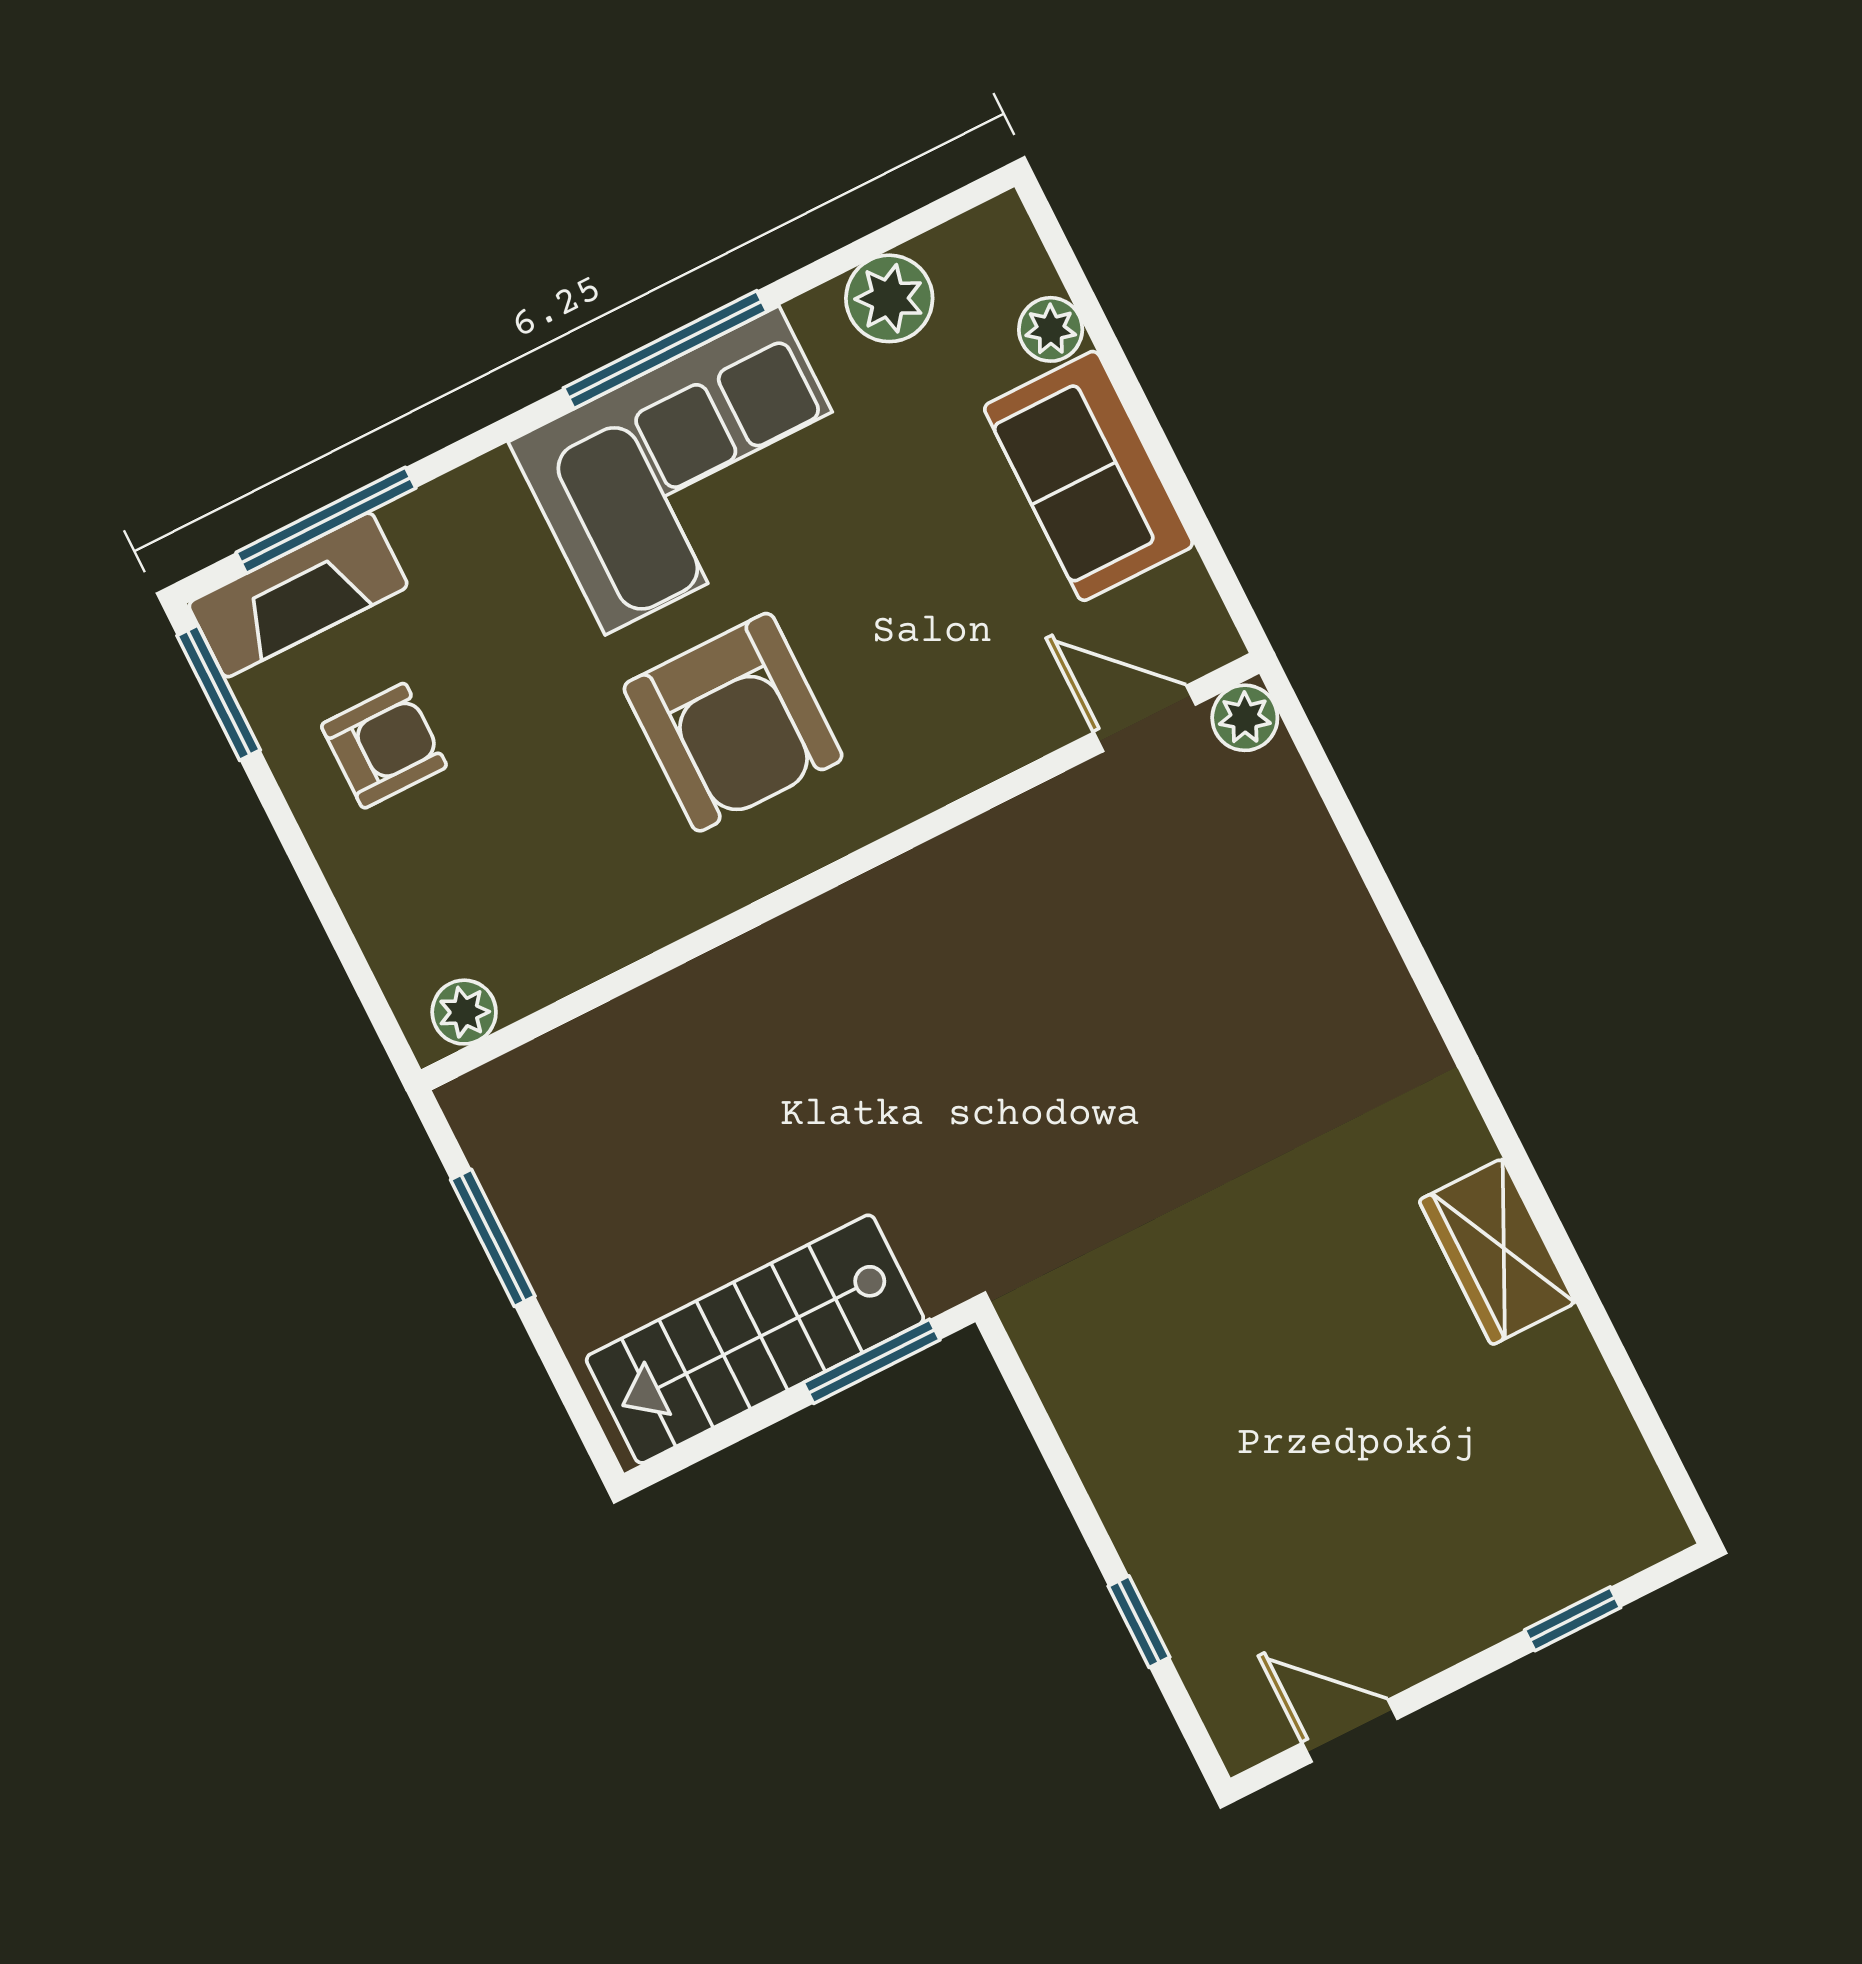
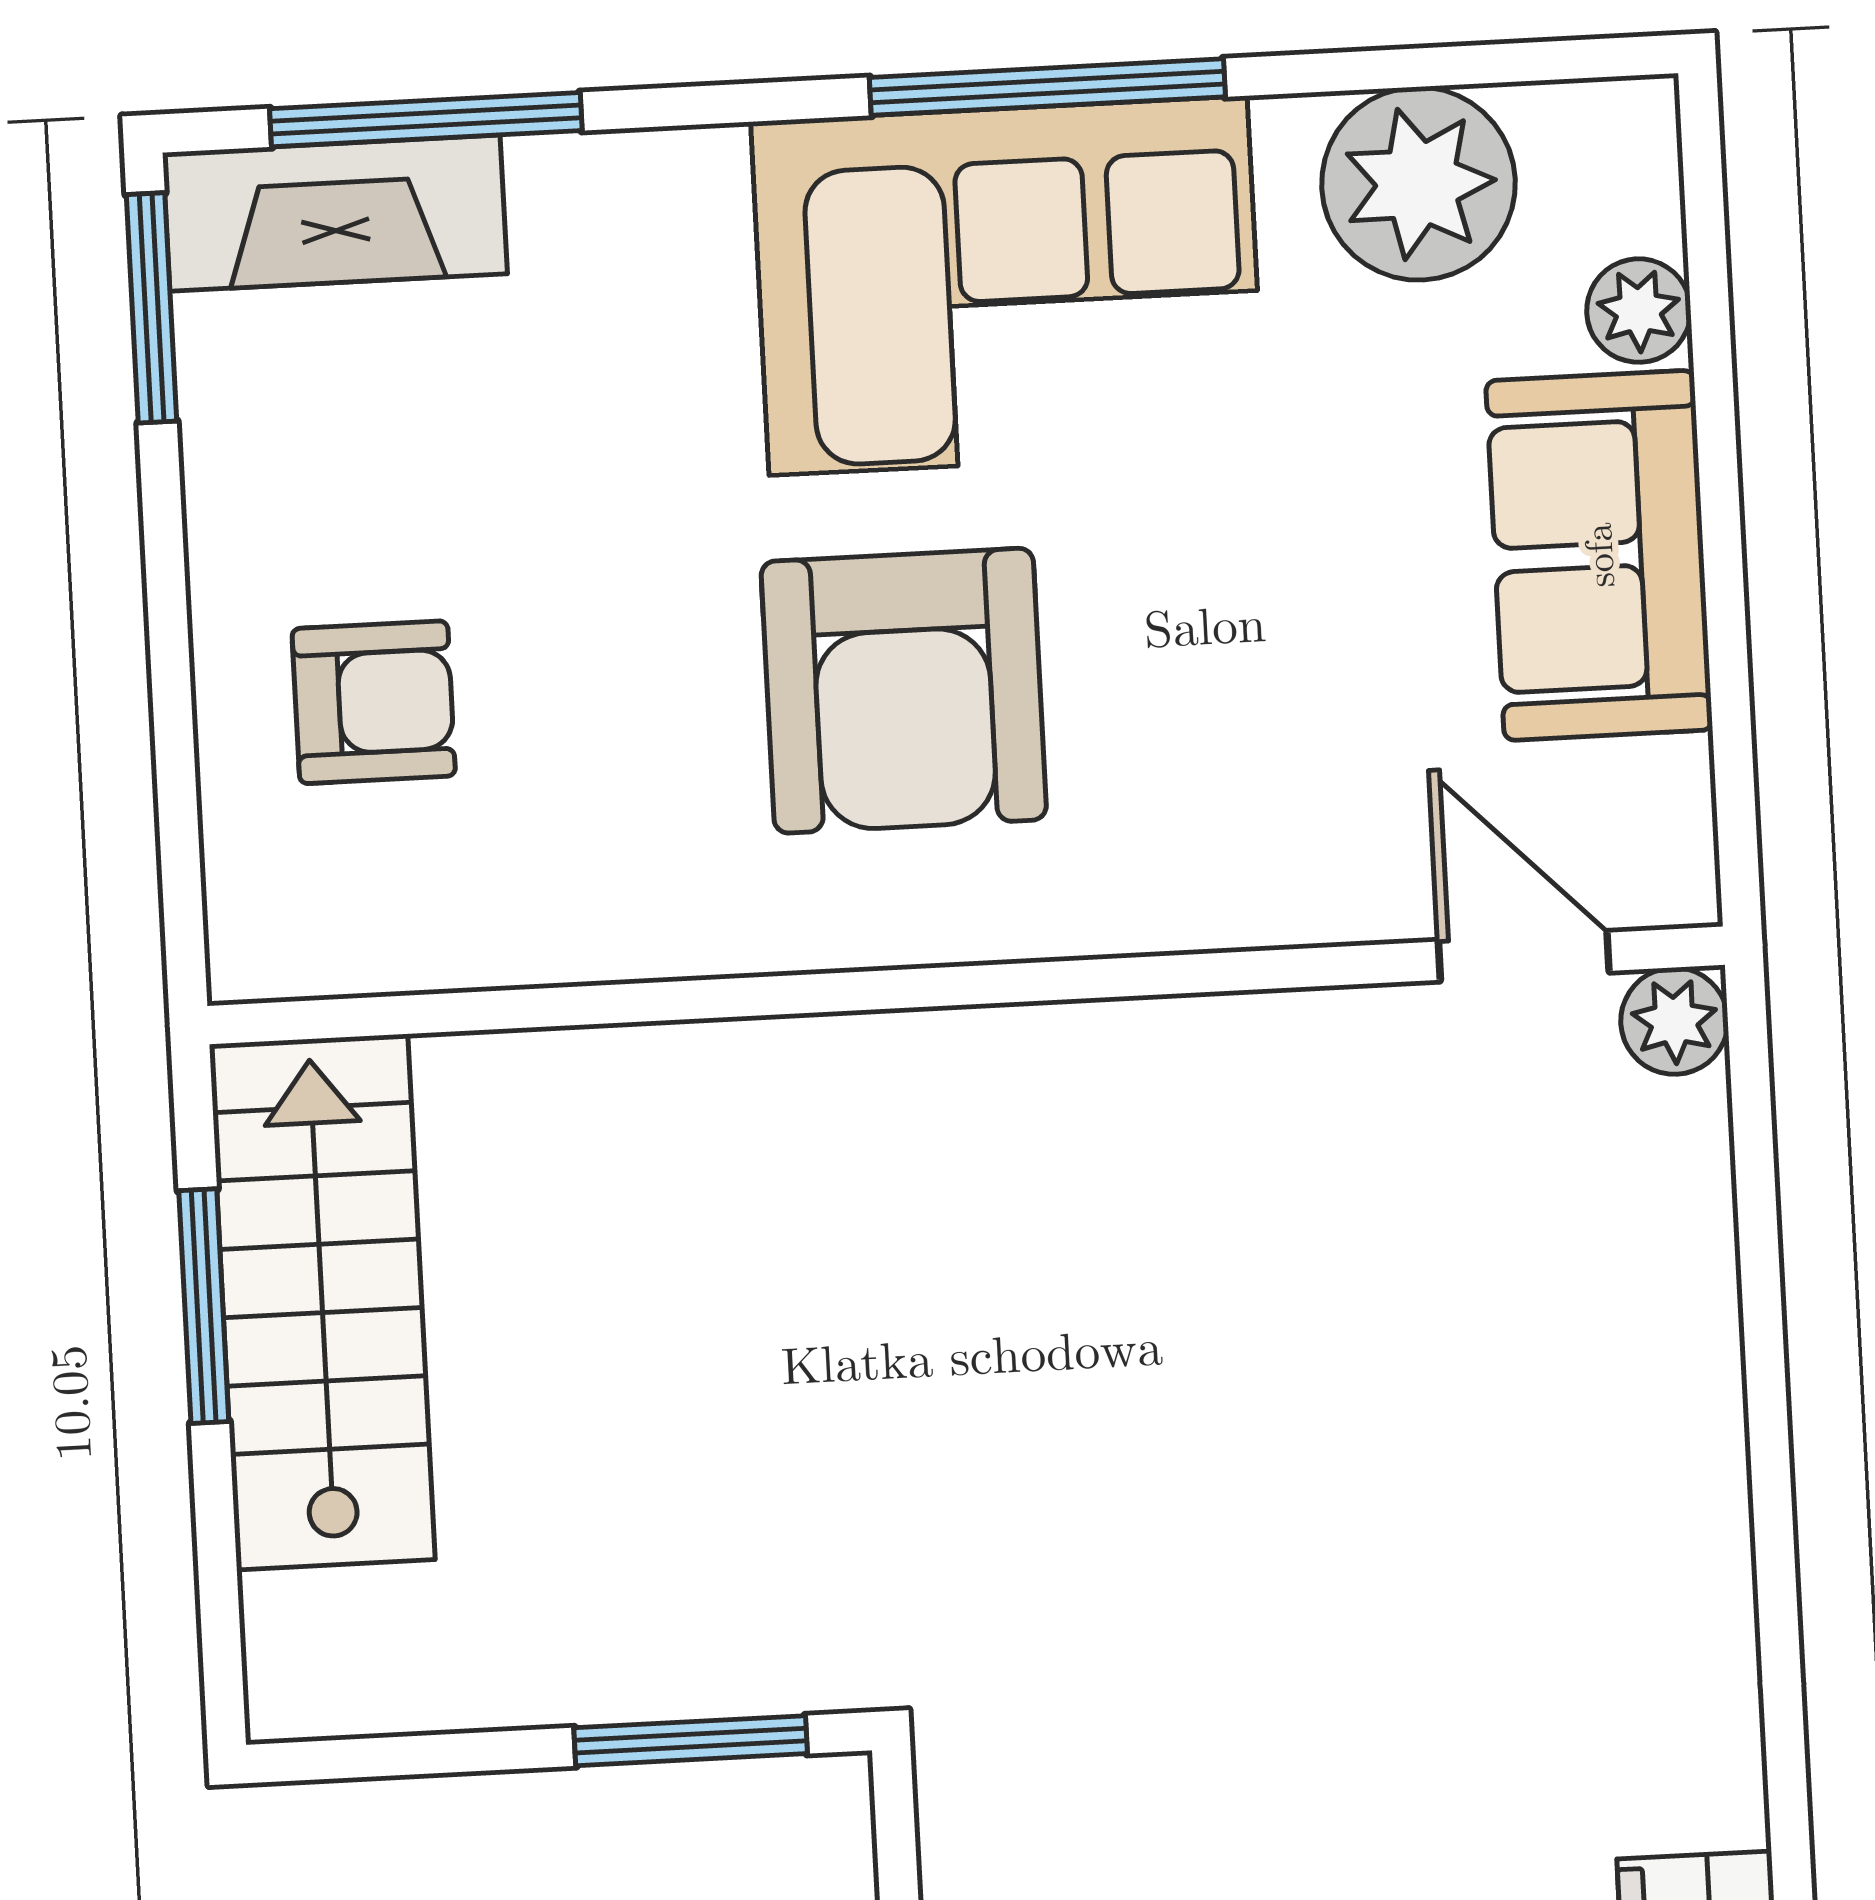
plant: (889, 298) -> (1418, 184), width x1.36, depth x1.36
armchair: (384, 746) -> (374, 702), moved
plant: (464, 1012) -> (309, 948), removed
stairs: (755, 1339) -> (322, 1302), moved, turned 90

